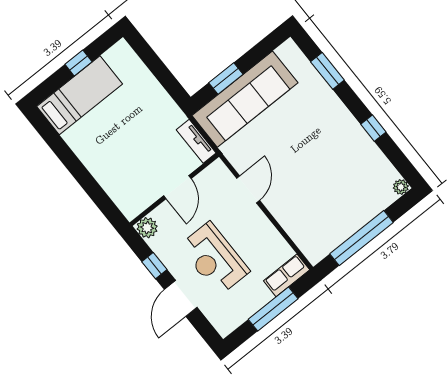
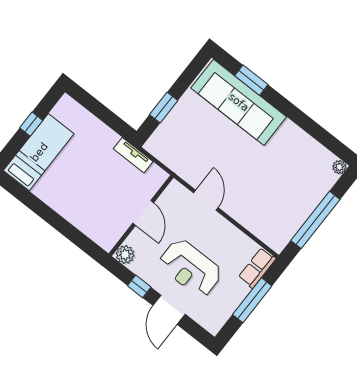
sofa: (245, 99) -> (239, 102), moved, turned 90
window: (373, 128) -> (303, 121), removed
tv unit: (196, 141) -> (133, 155), moved

